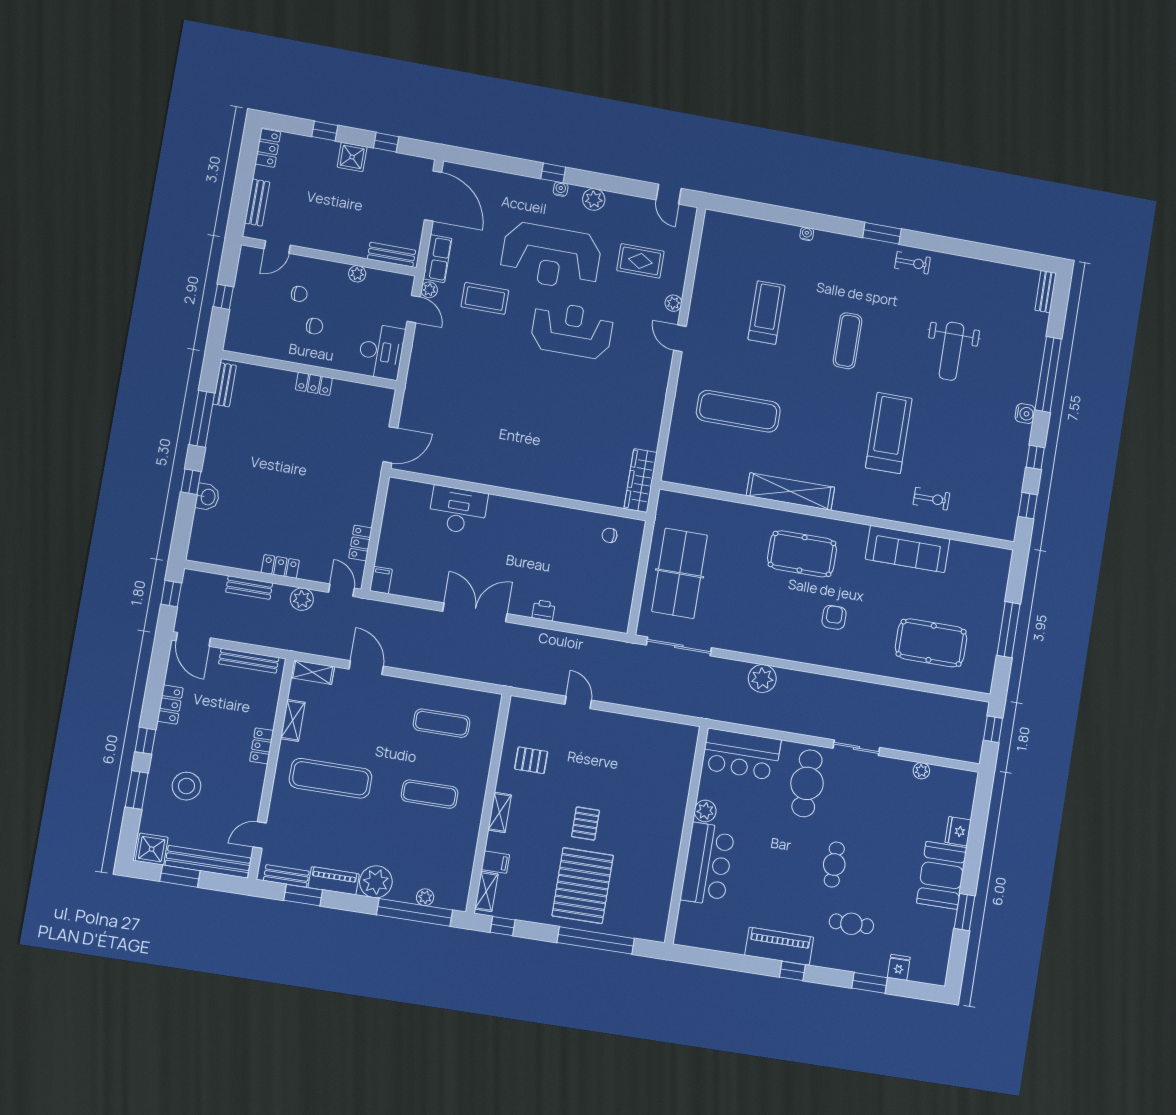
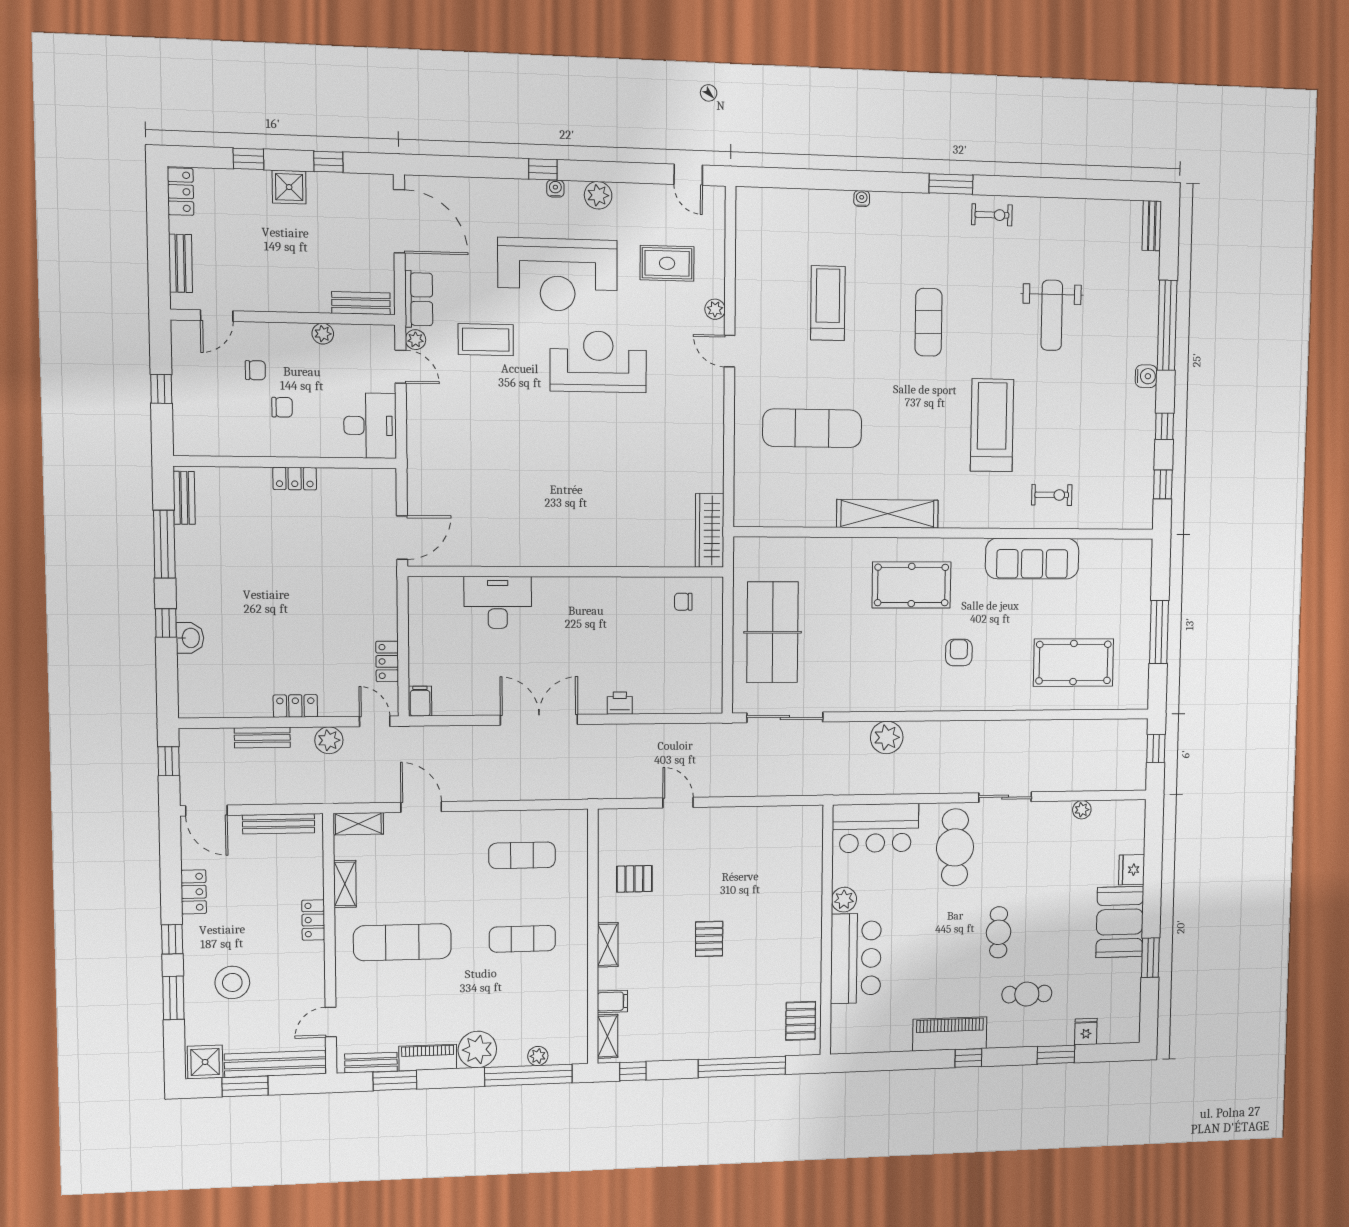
pallet: (583, 886) -> (801, 1021), moved, width x0.49, depth x0.50

